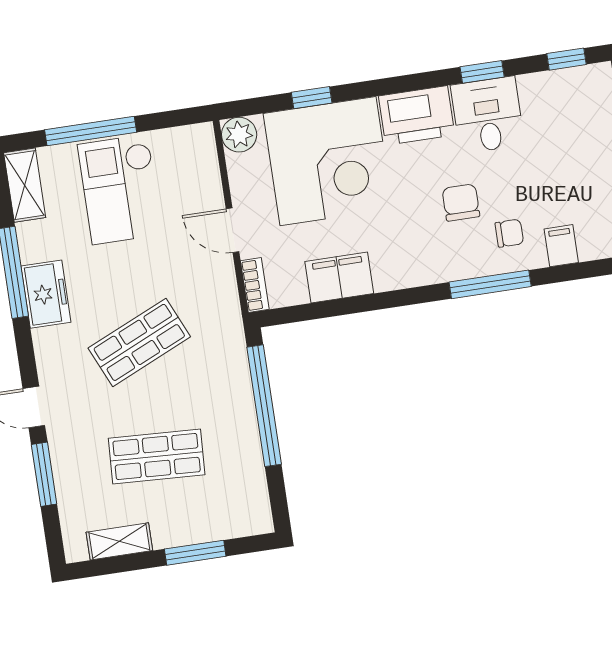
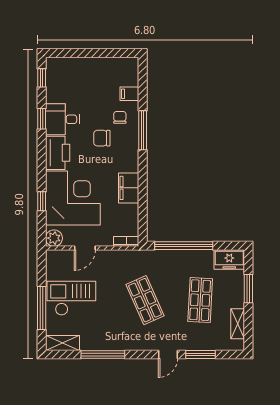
checkout: (120, 189) -> (71, 298), turned 180
door: (232, 230) -> (85, 248), moved
filing cabinet: (339, 277) -> (129, 188), moved
freezer: (46, 294) -> (229, 259), moved, turned 180

